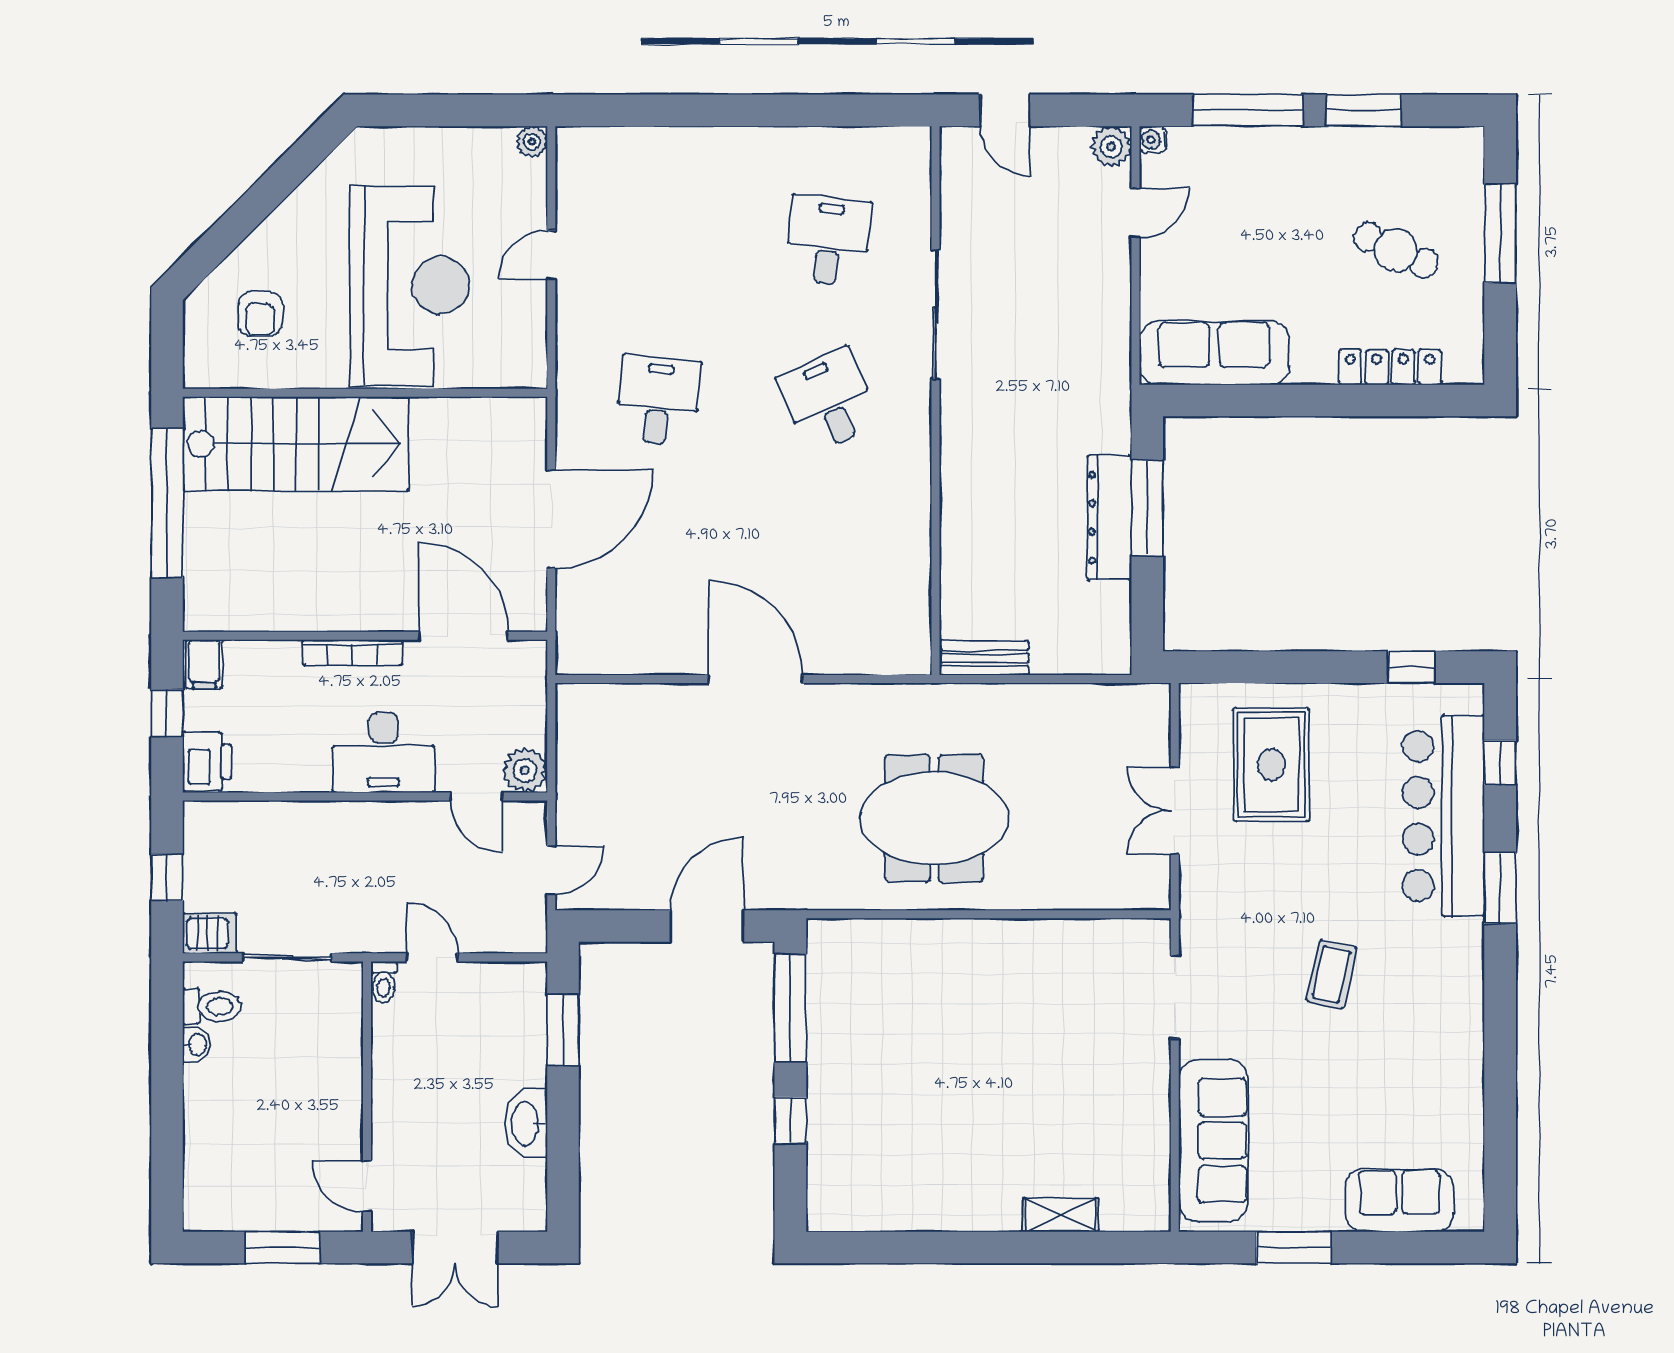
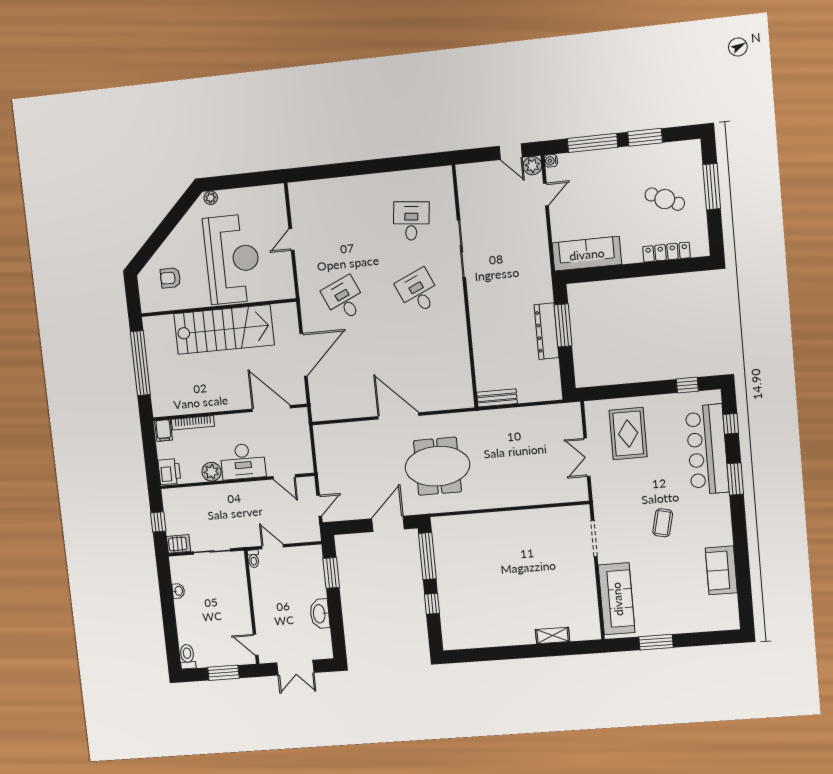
door: (1005, 110) -> (511, 152), moved
plant: (532, 142) -> (211, 198), moved
armchair: (260, 314) -> (170, 278), turned 90
desk: (658, 401) -> (344, 299), turned -30
stairs: (296, 444) -> (224, 329), moved
bookcase: (352, 653) -> (193, 423), moved
window: (167, 713) -> (150, 453), removed
plant: (525, 770) -> (211, 472), moved
meeting table: (934, 818) -> (437, 466), moved
toilet: (212, 1006) -> (187, 657), moved, turned -90
sofa: (1399, 1200) -> (721, 570), moved, turned -90

